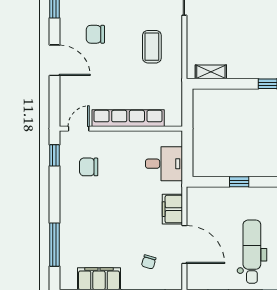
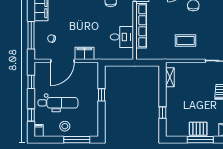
desk: (164, 164) -> (122, 37), moved, turned -90

